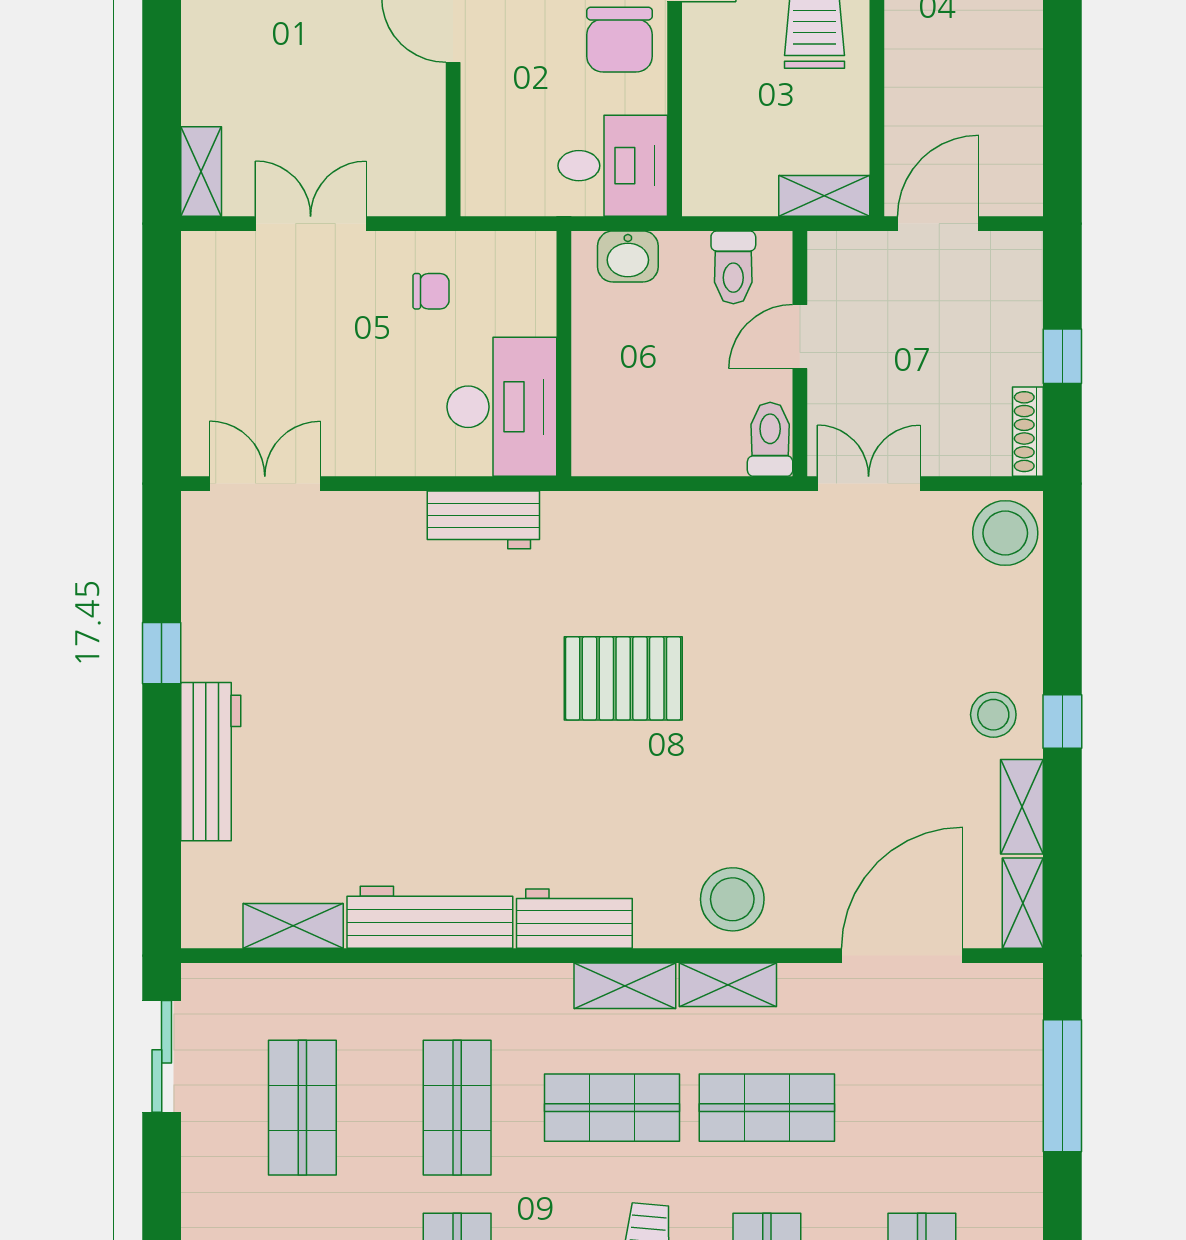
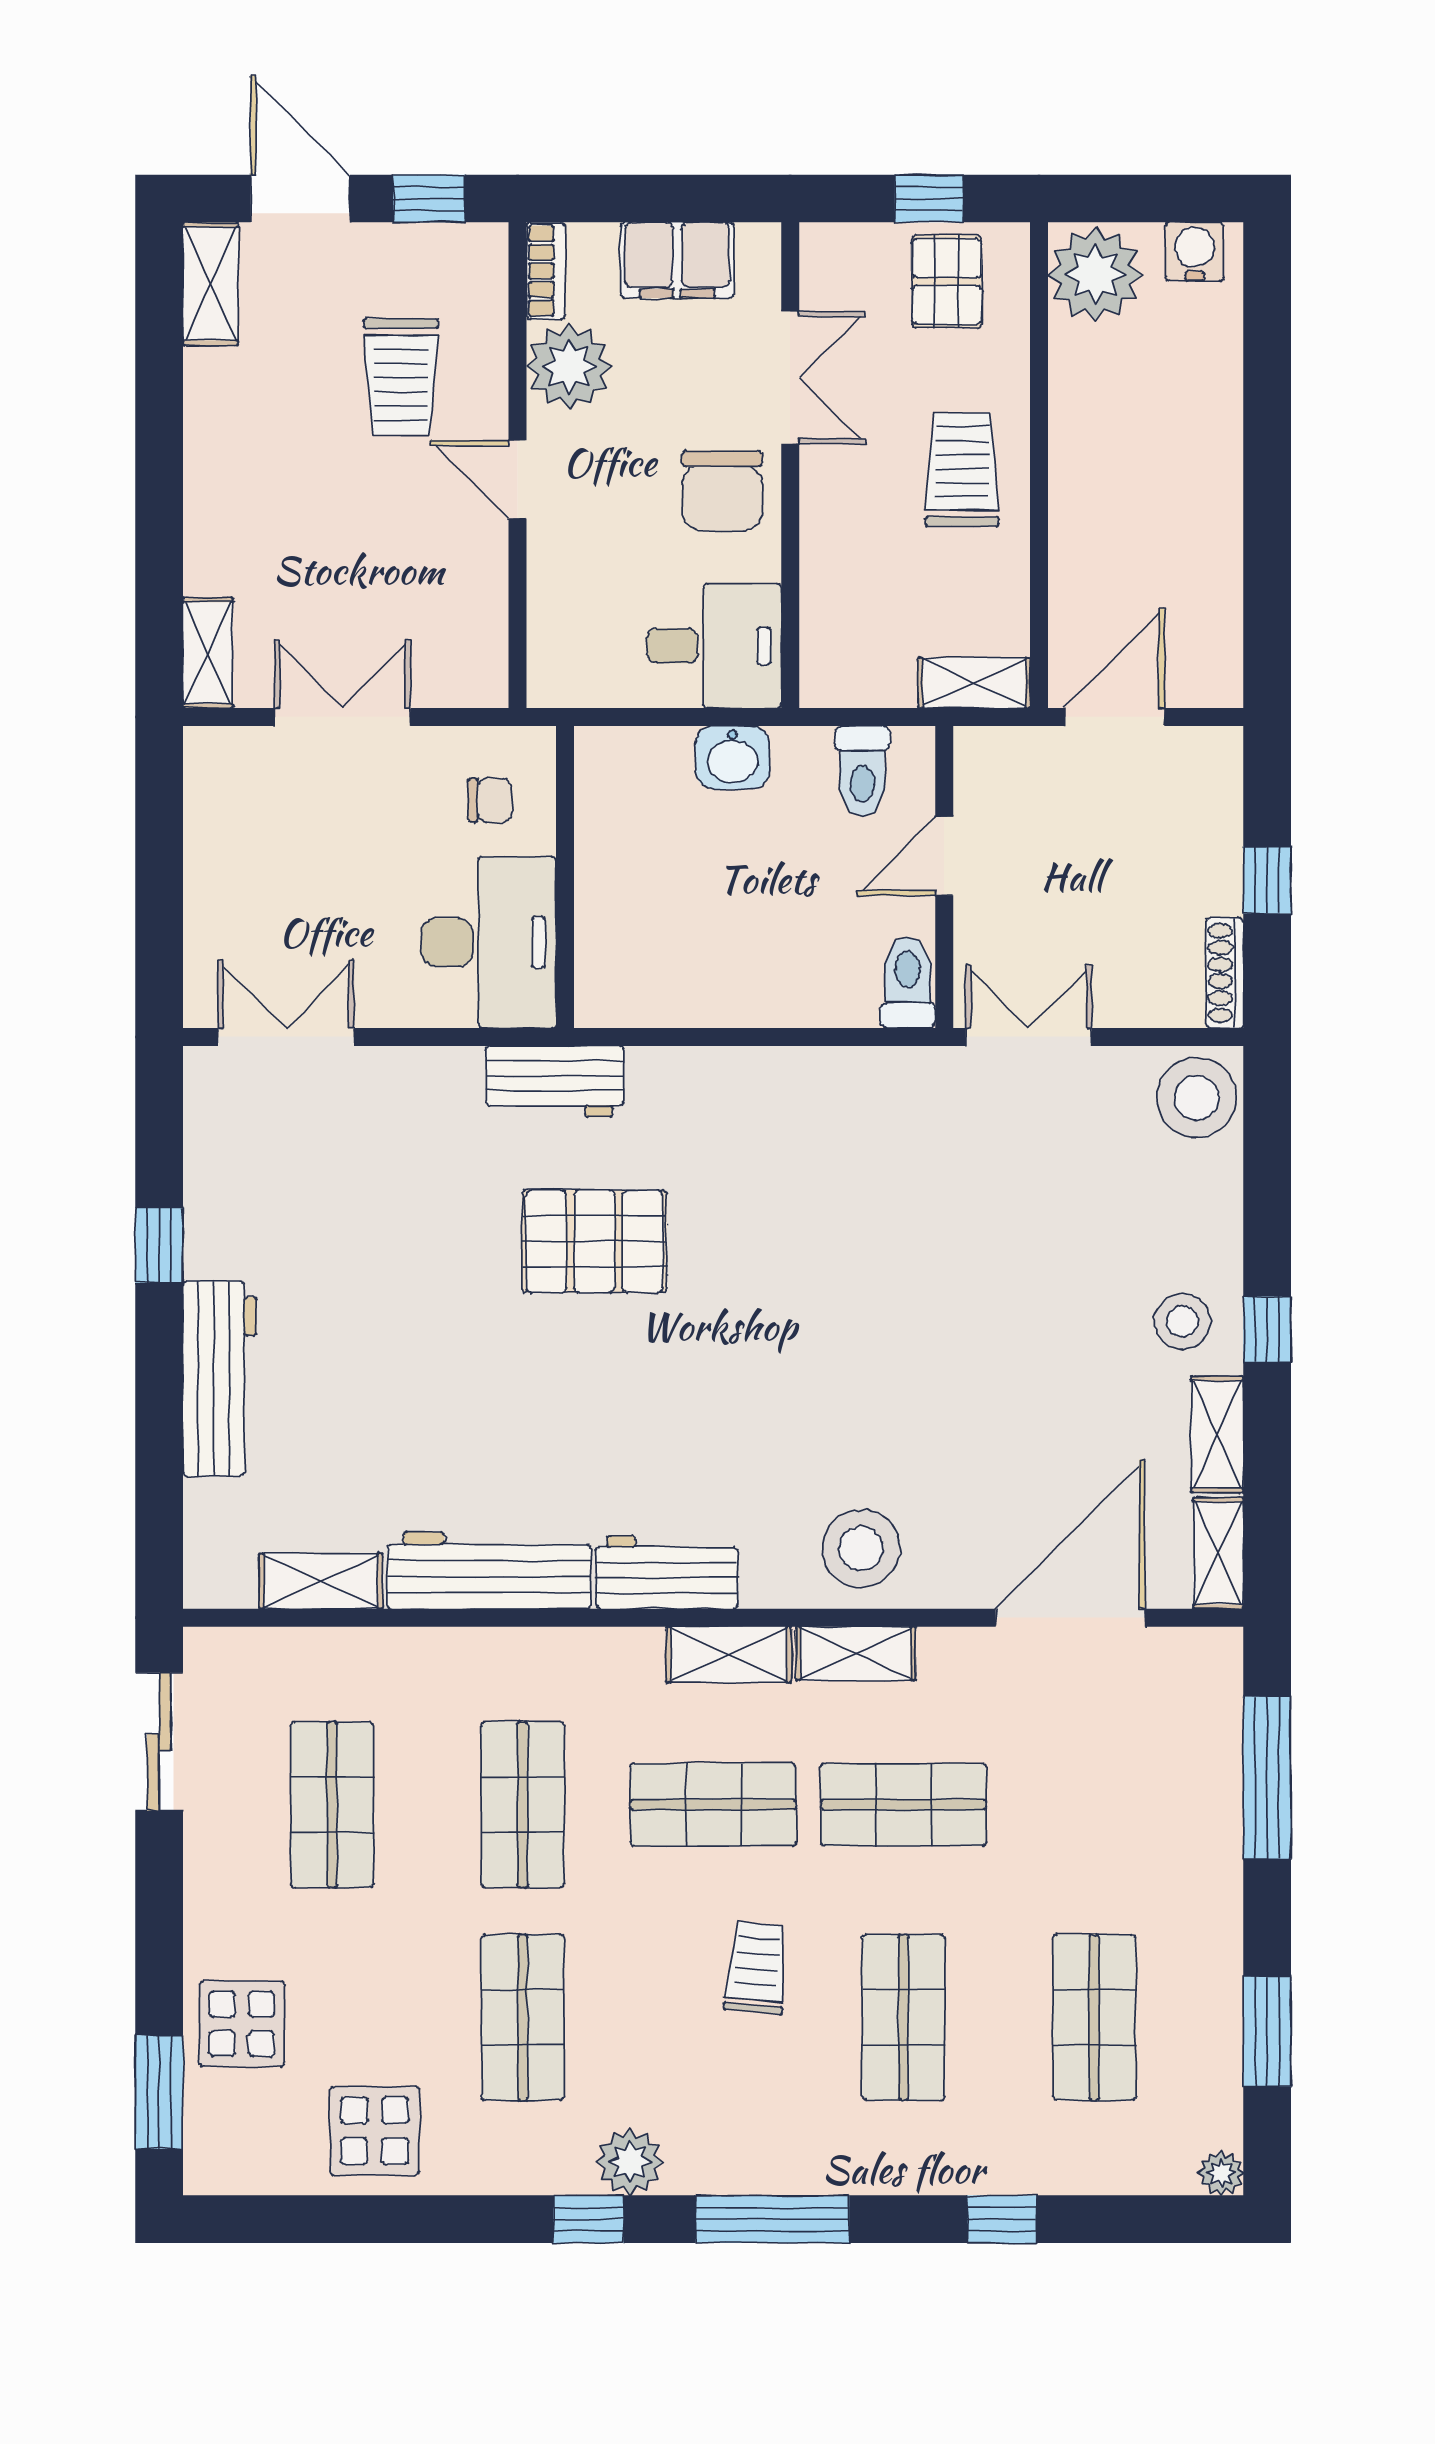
wall: (564, 354) -> (565, 877), moved
desk: (502, 407) -> (489, 942), moved
pallet: (623, 678) -> (594, 1241), moved

